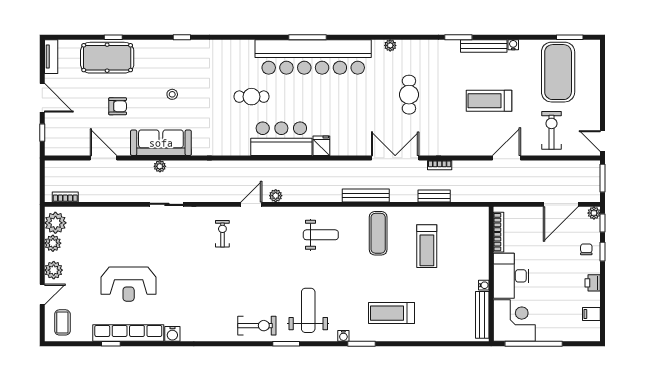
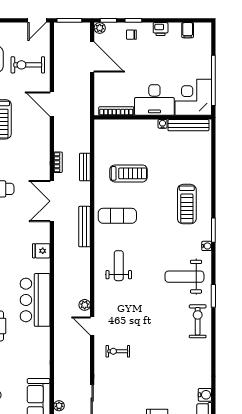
fridge: (321, 146) -> (41, 251), moved

